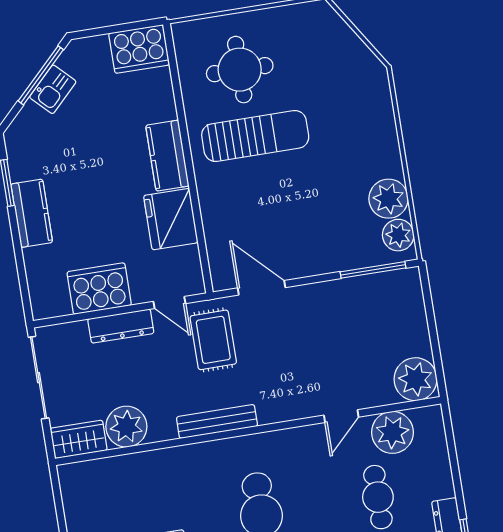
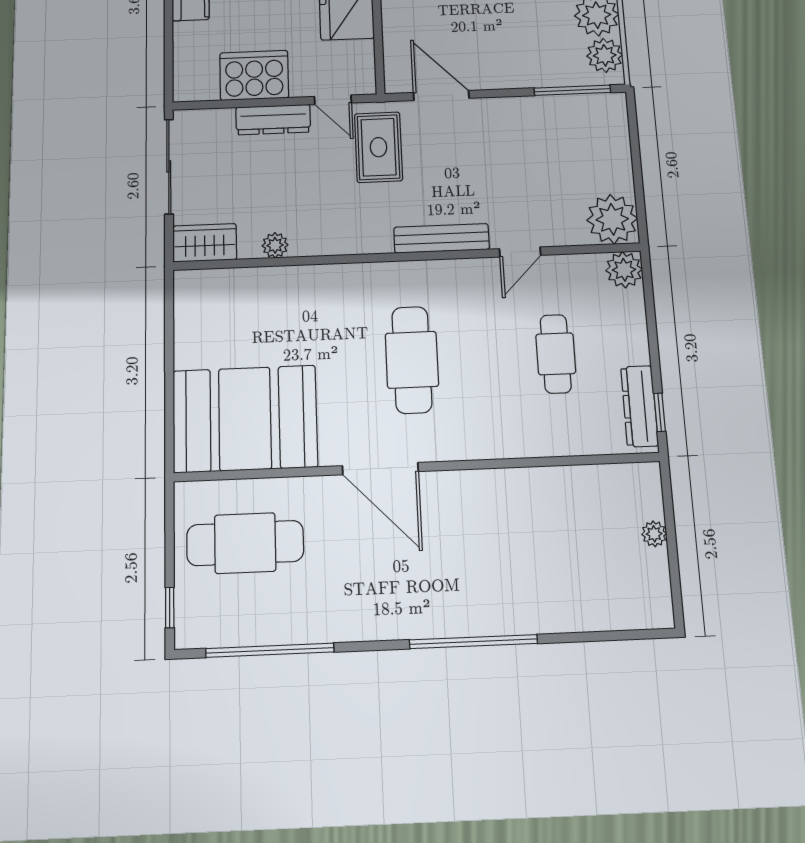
bench: (217, 422) -> (442, 238), moved
plant: (126, 427) -> (275, 245), width x0.53, depth x0.53
plant: (392, 432) -> (624, 270), moved, width x0.73, depth x0.73

